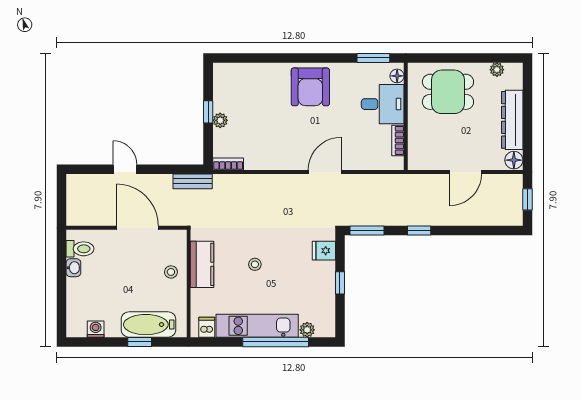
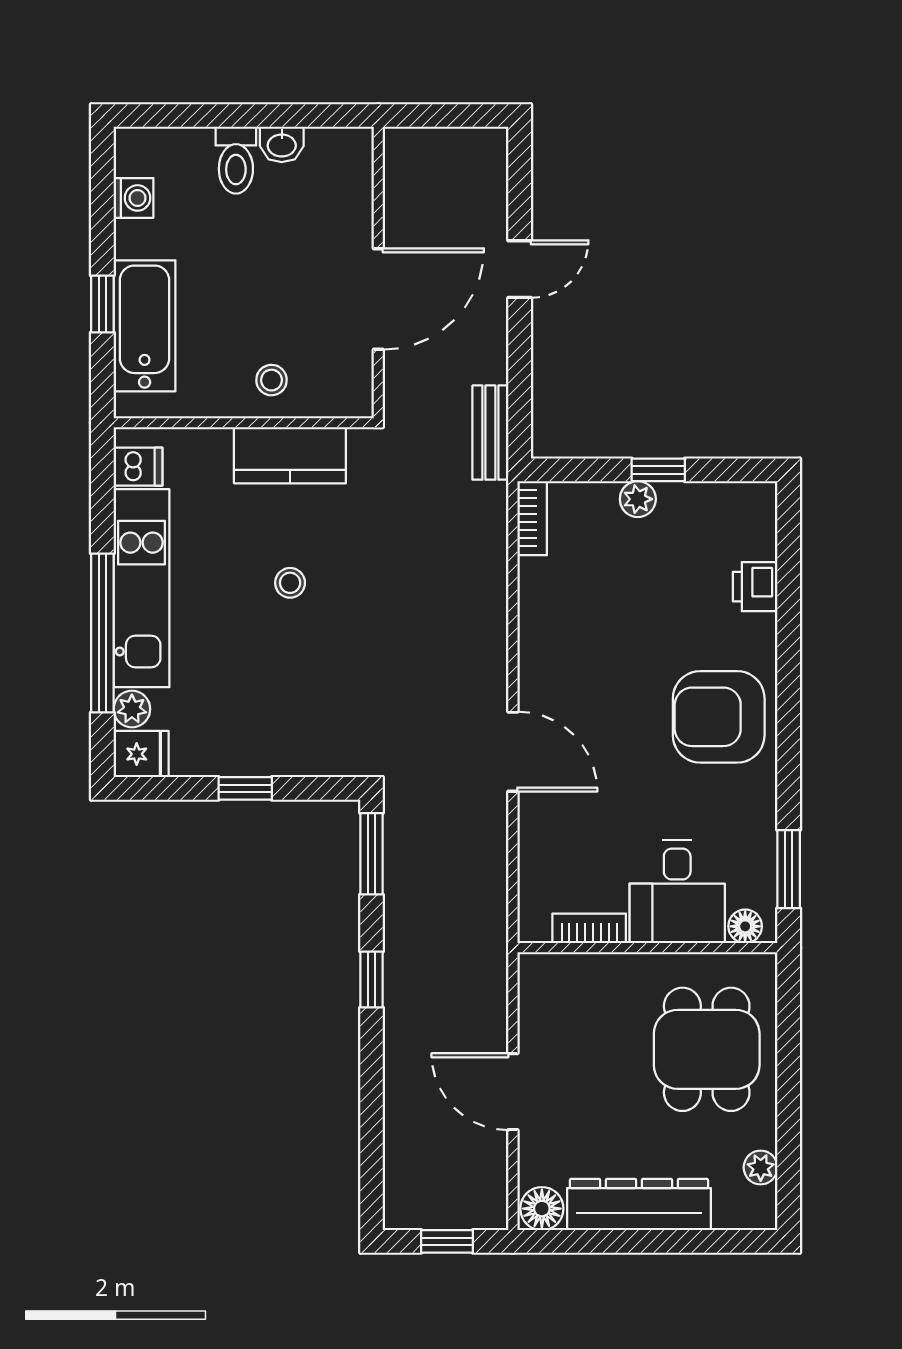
printer: (256, 72) -> (755, 587), added
toilet: (80, 249) -> (236, 160), moved
fridge: (324, 251) -> (141, 754), moved, turned 90

